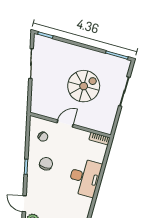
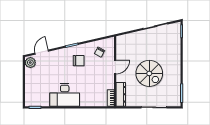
door: (65, 124) -> (115, 67), hinge flipped
dresser: (99, 126) -> (121, 94), added
desk: (85, 177) -> (65, 95), moved

